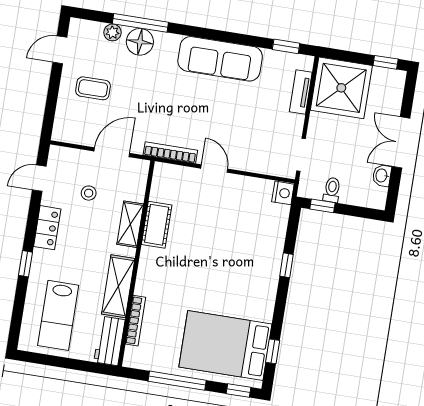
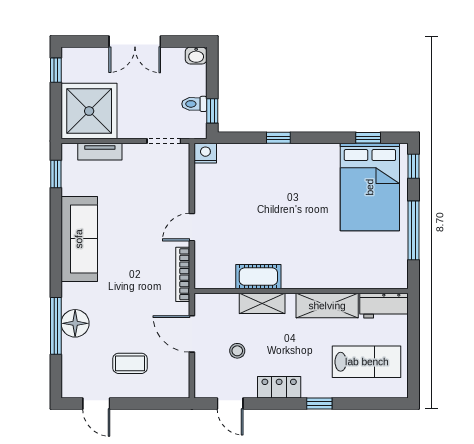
plant: (112, 32) -> (70, 353), removed
coffee table: (93, 88) -> (130, 363), turned 90
washbasin: (382, 176) -> (196, 55), moved
bookcase: (136, 321) -> (359, 282), removed

